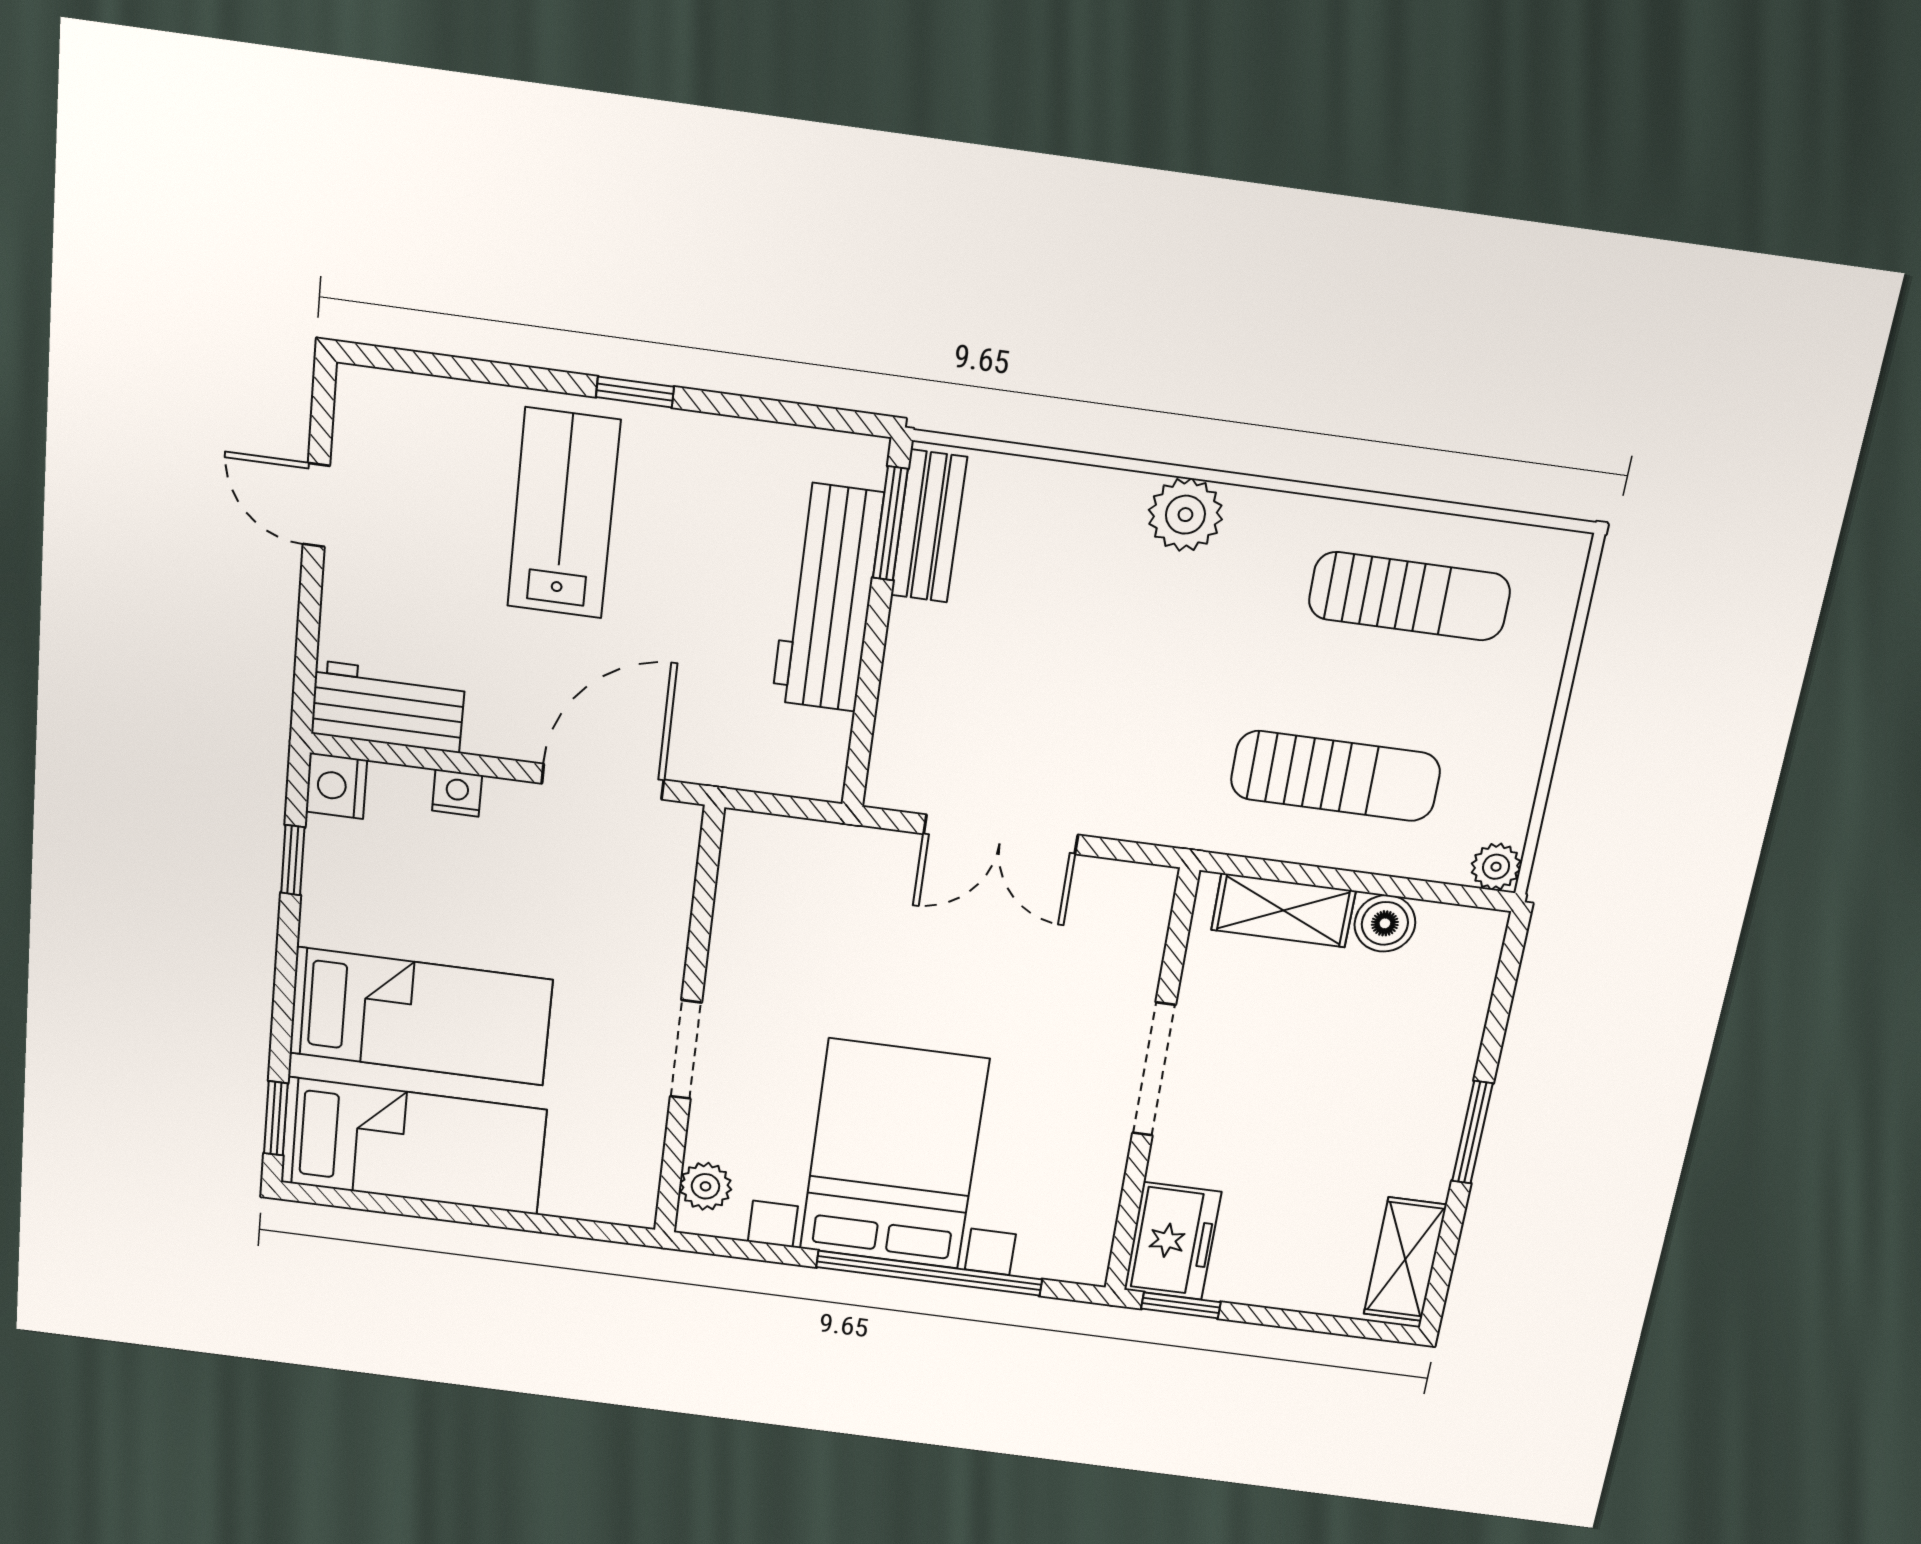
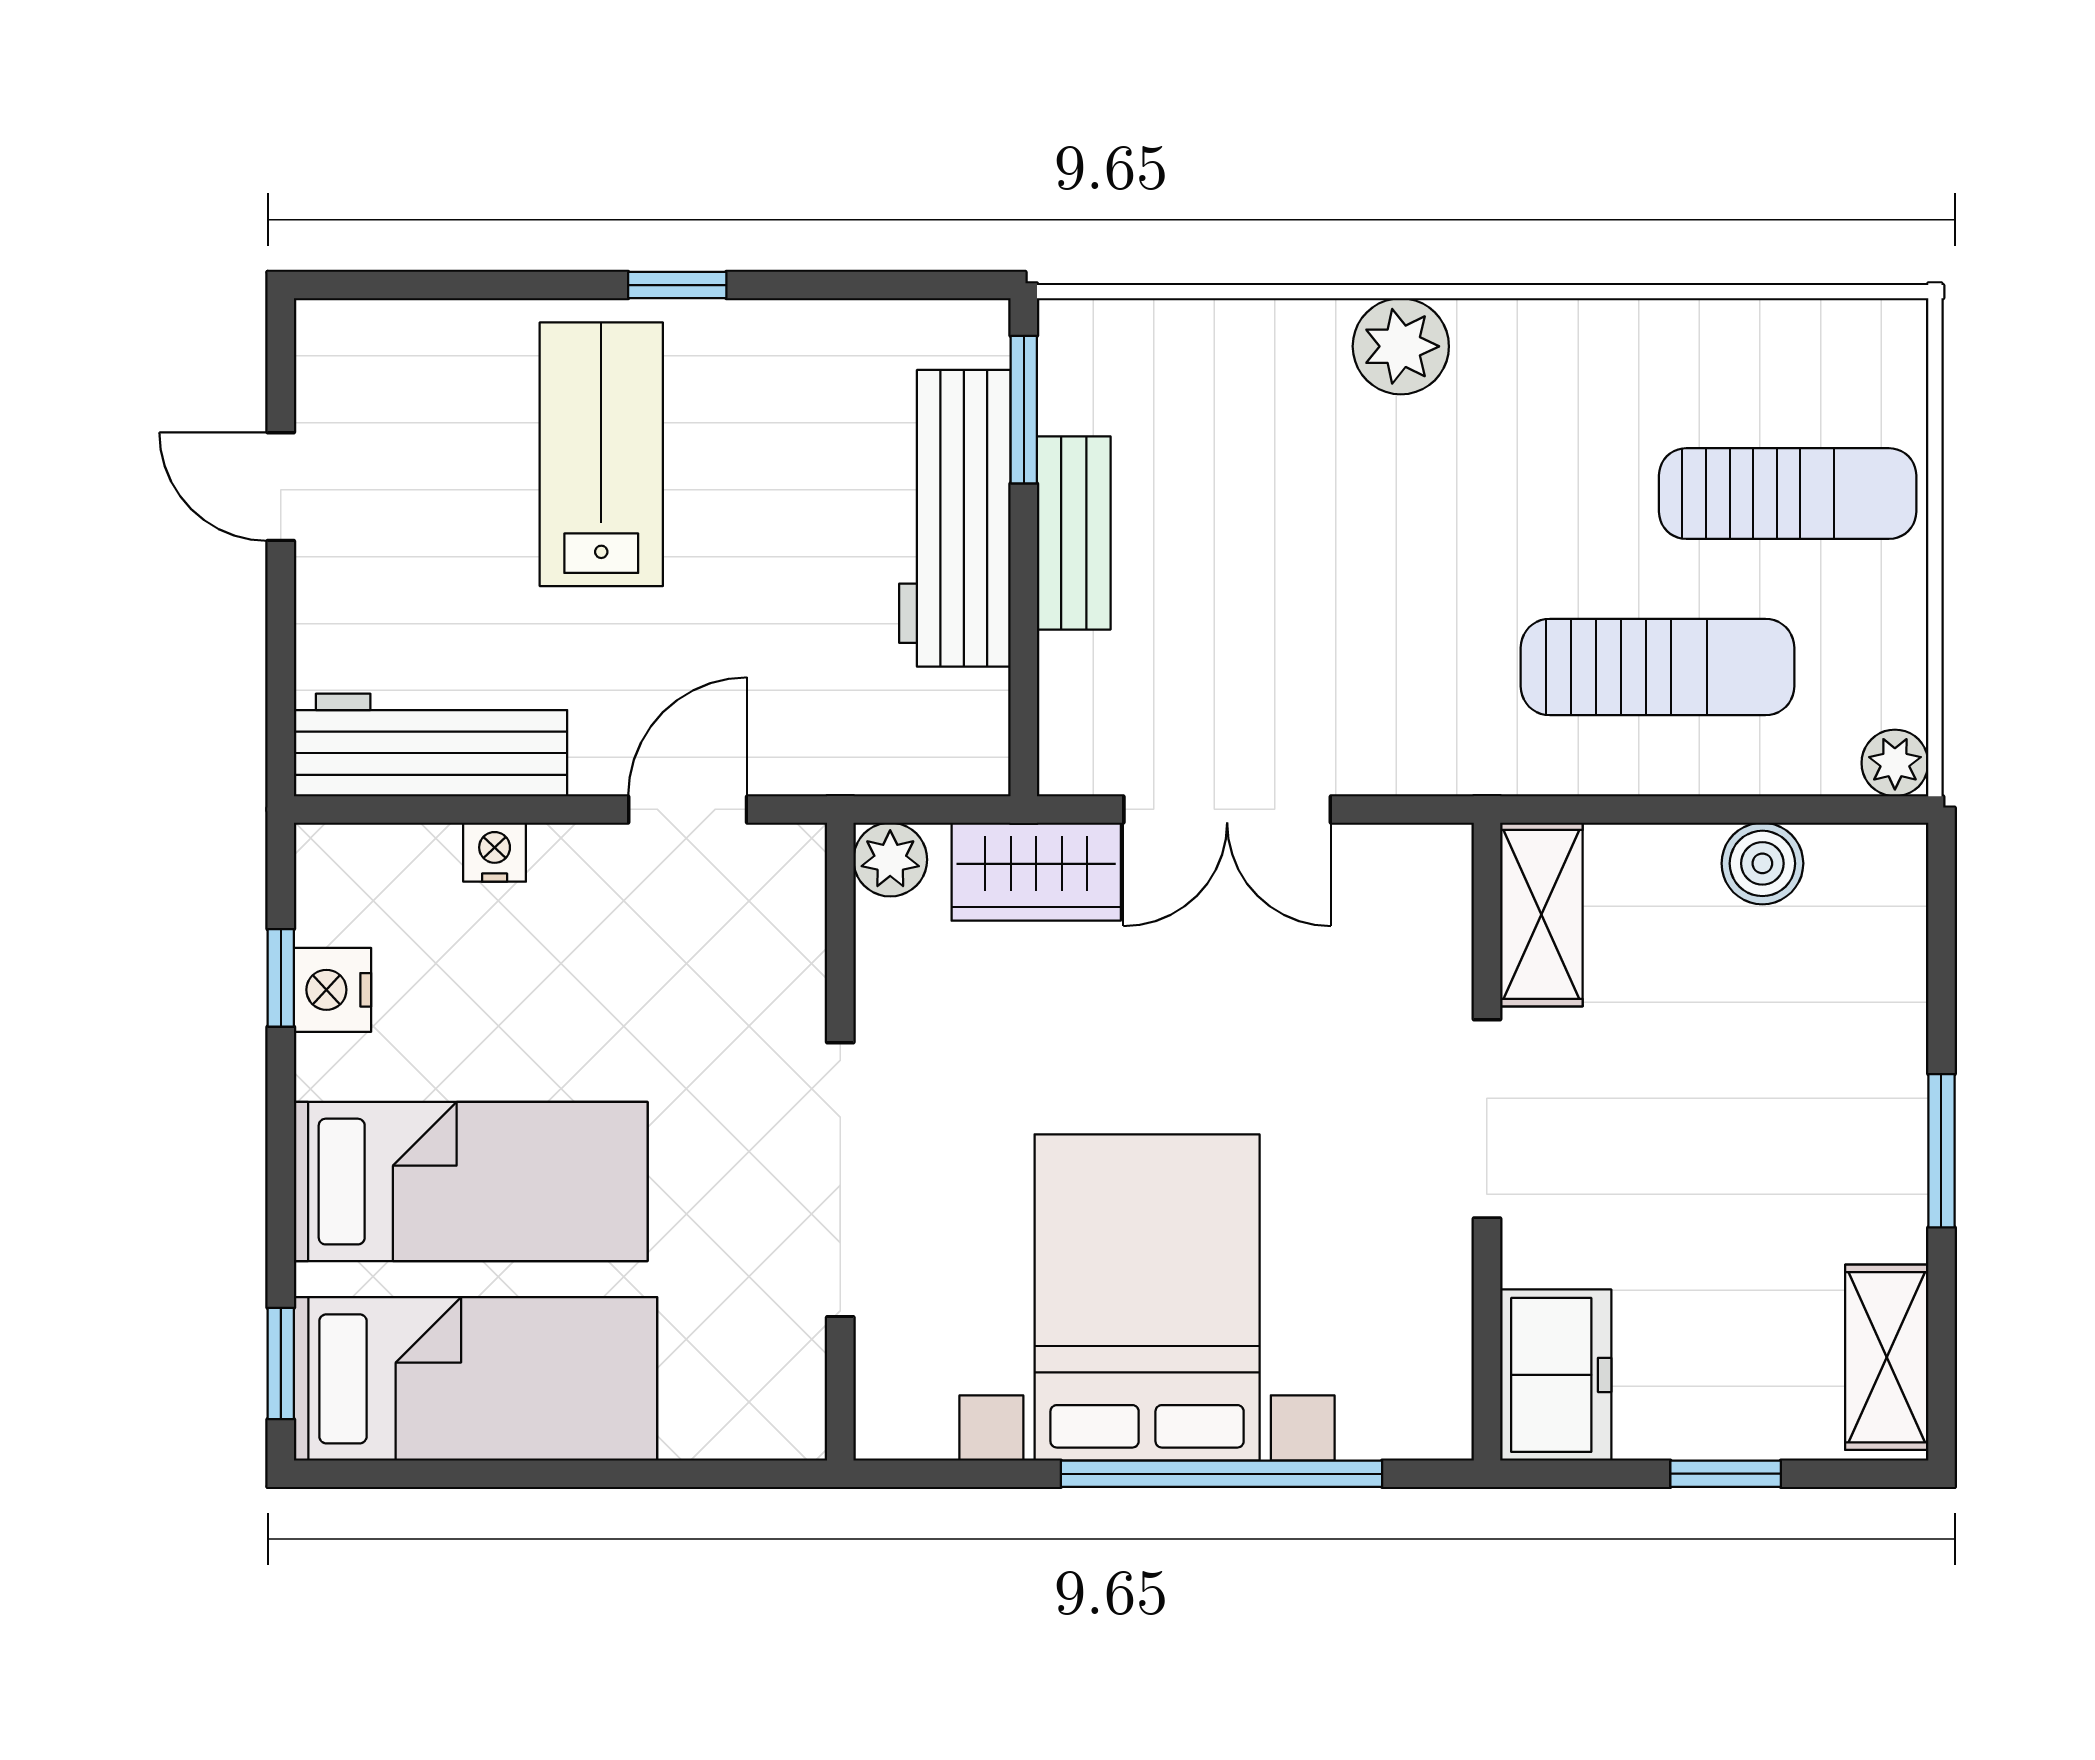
bench: (929, 526) -> (1074, 533), moved
sun lounger: (1409, 596) -> (1788, 494), moved
workbench: (388, 707) -> (431, 745), width x1.38
door: (603, 782) -> (688, 809), width x0.73
nightstand: (336, 786) -> (333, 990), moved
wardrobe: (854, 859) -> (1036, 872), added
shelving: (1283, 910) -> (1541, 914), moved, turned 90
doorway: (686, 1050) -> (840, 1180), width x1.87
plant: (705, 1186) -> (890, 860), moved
window: (1181, 1305) -> (1726, 1474), moved

